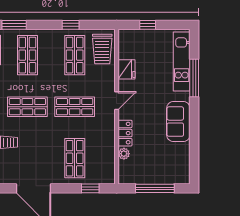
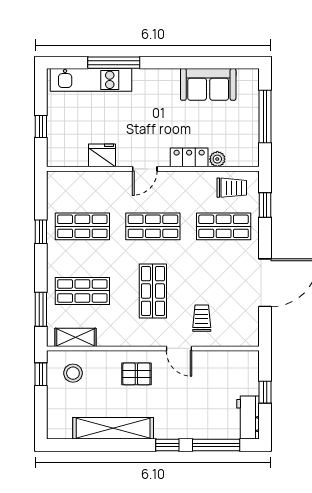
trolley: (102, 49) -> (232, 188), moved, width x0.73, depth x0.72
door: (117, 101) -> (145, 169), swing flipped
shop shelf: (75, 107) -> (153, 226), turned 90
sofa: (178, 122) -> (208, 84), moved

